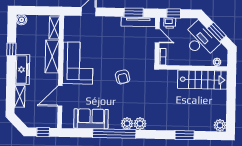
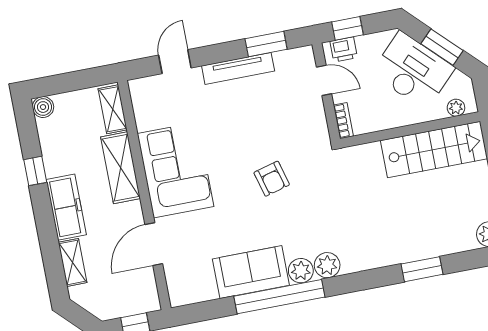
tv unit: (138, 22) -> (238, 68), moved
sofa: (91, 119) -> (251, 272), moved

